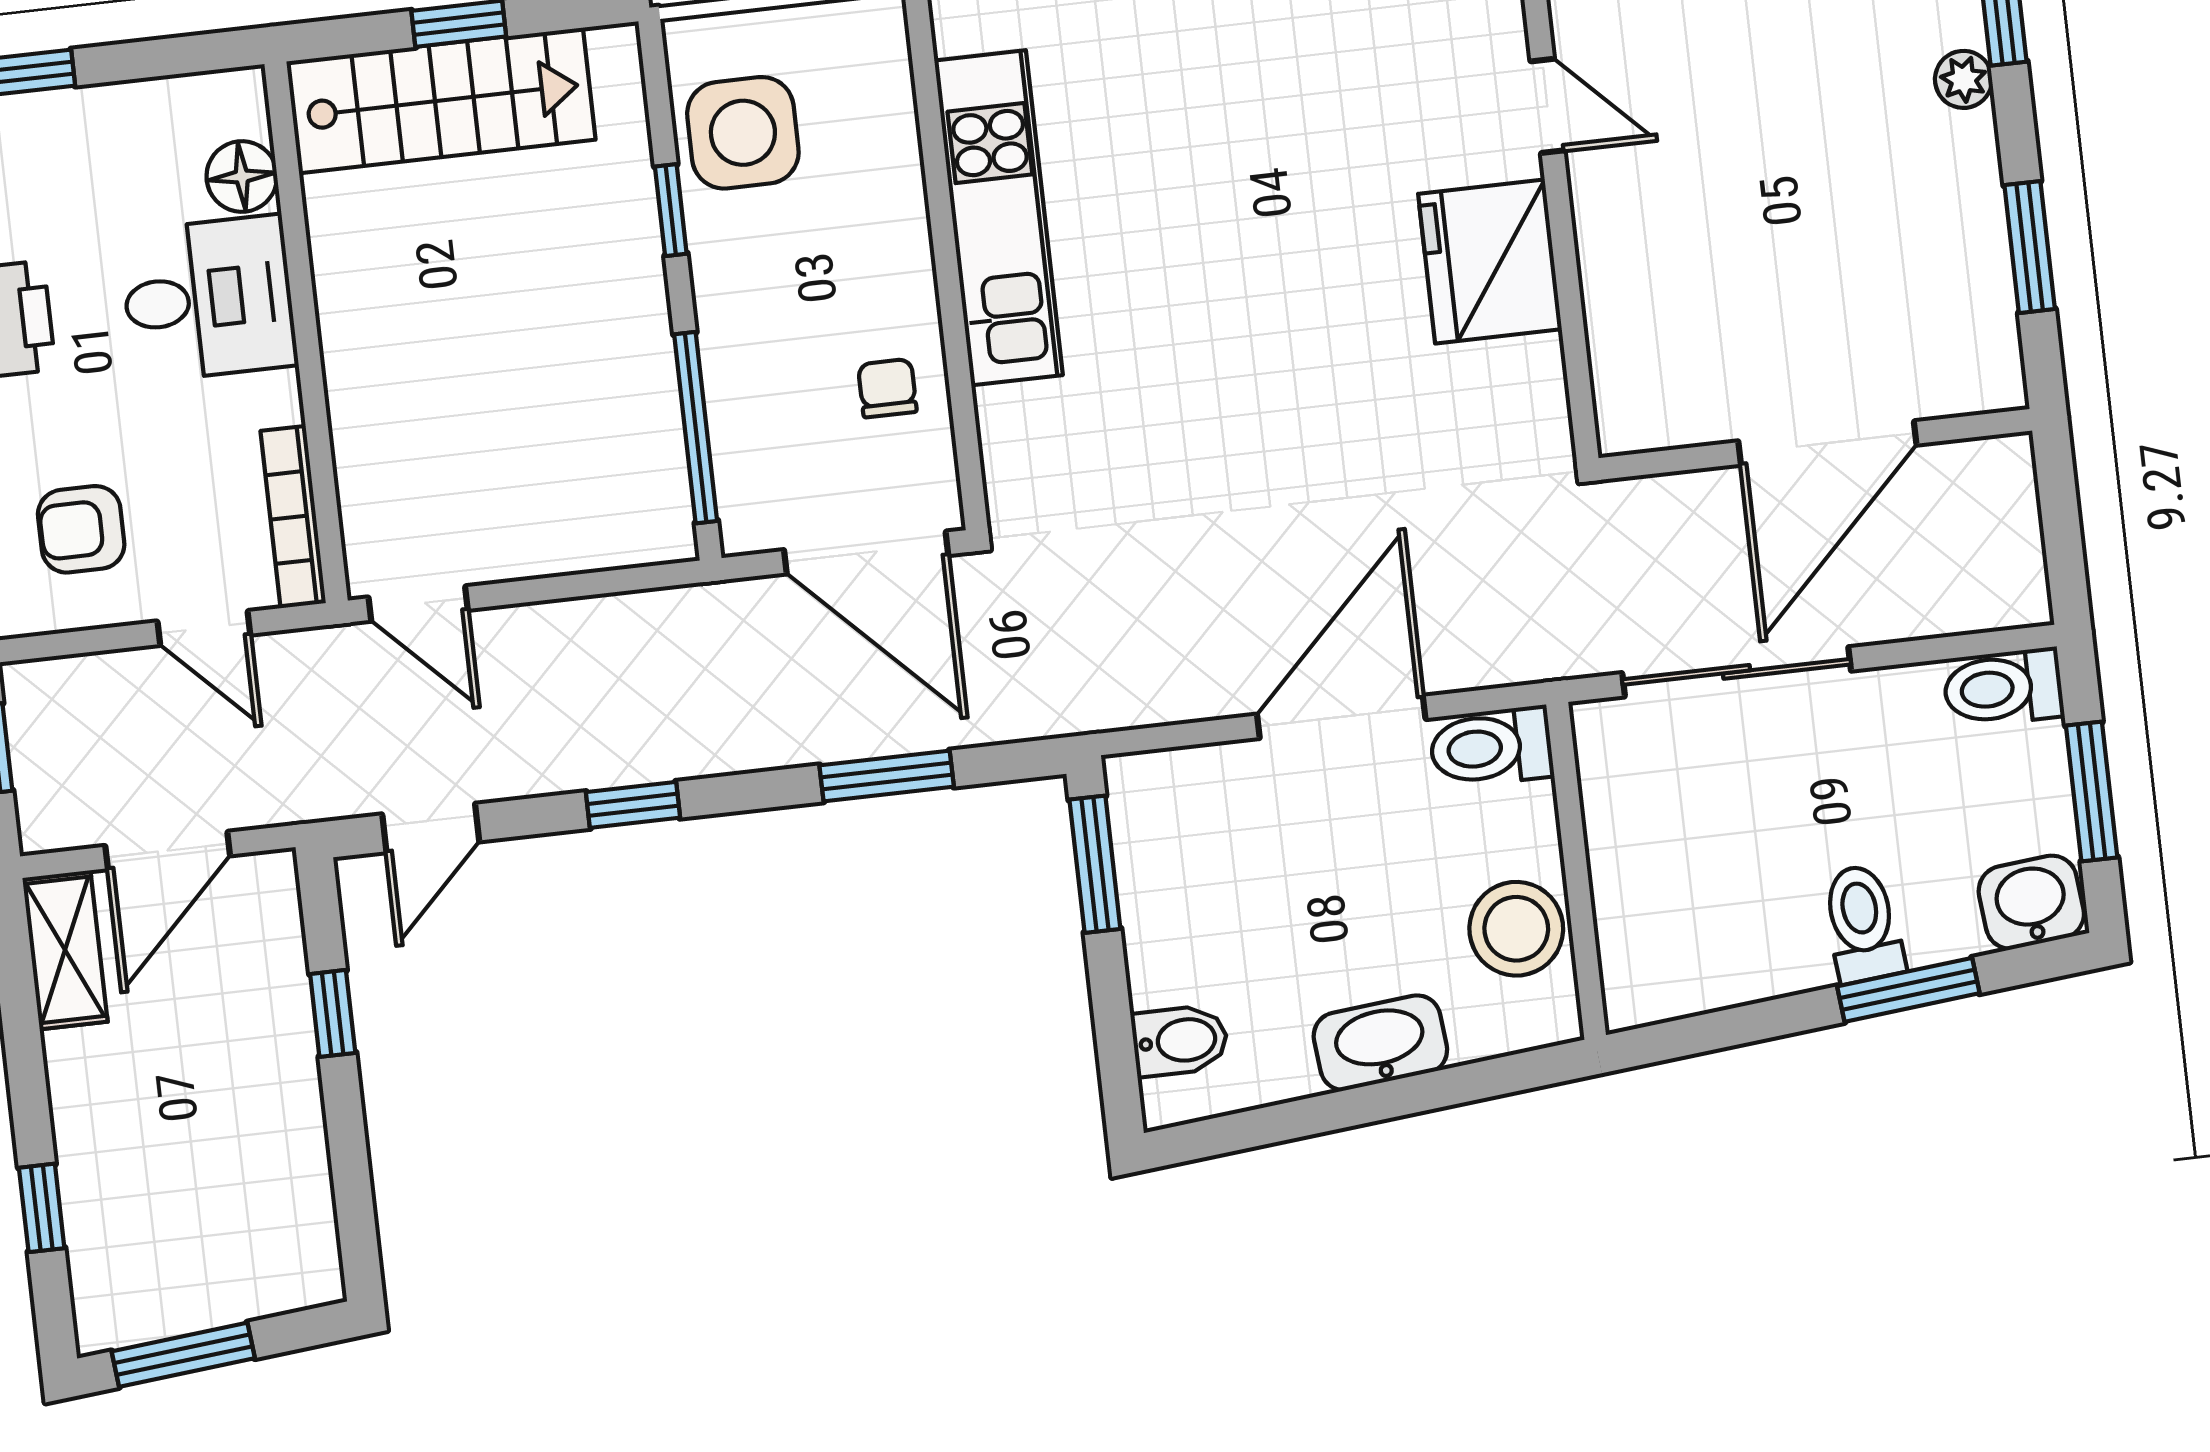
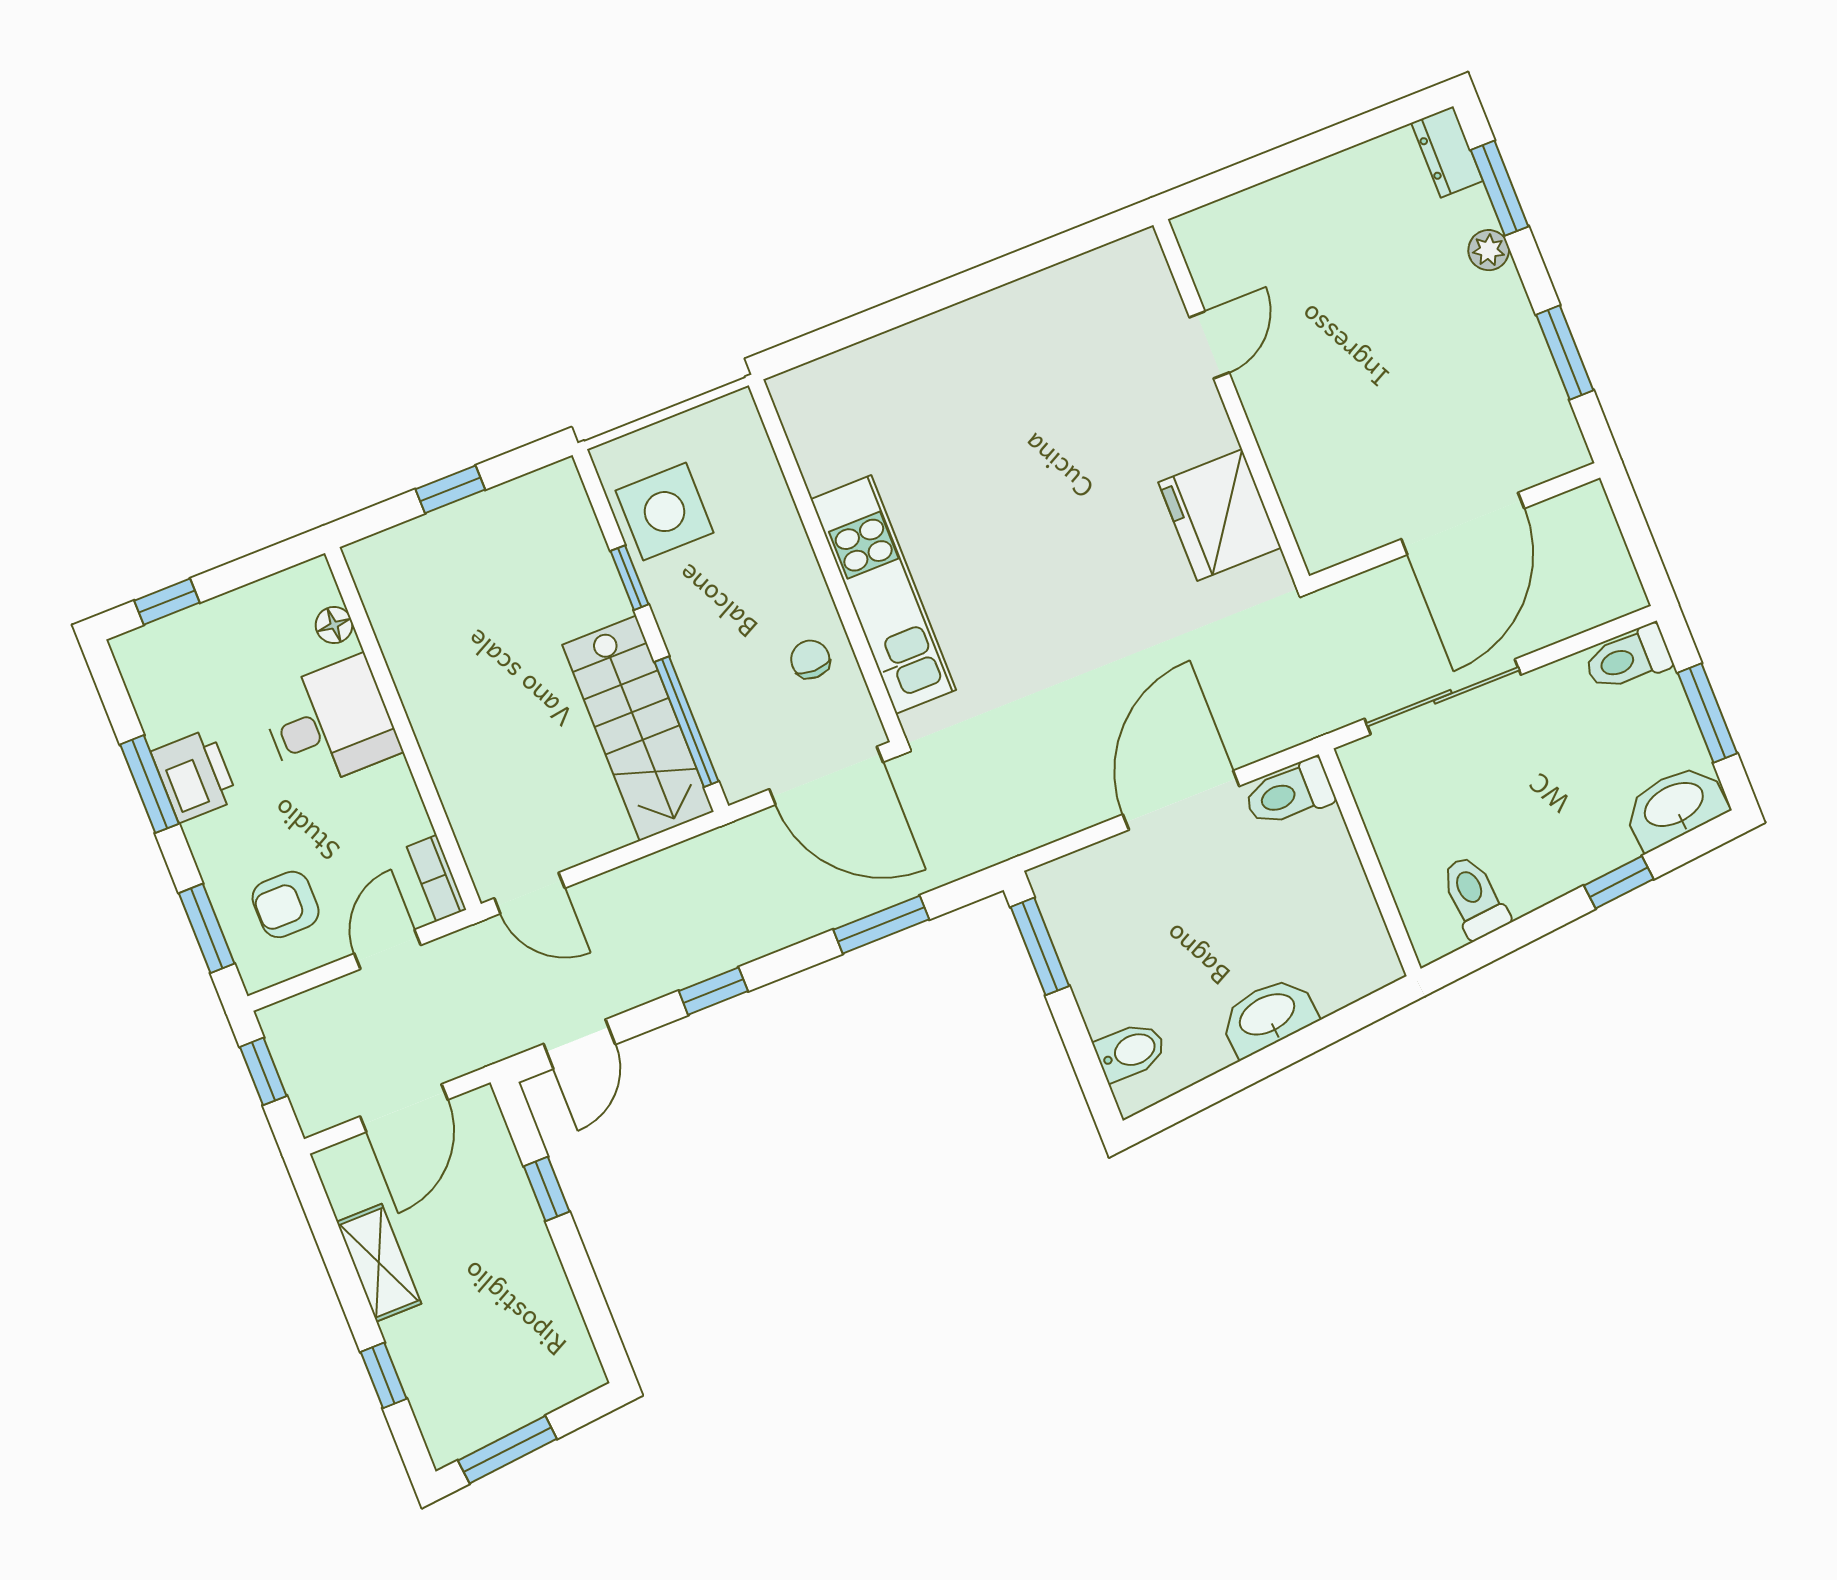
stairs: (441, 101) -> (638, 728), moved, turned 90
door: (1547, 106) -> (1209, 345), hinge flipped
floor lamp: (242, 176) -> (334, 625), width x0.73, depth x0.73
kitchen unit: (998, 218) -> (883, 595), moved
fridge: (1490, 261) -> (1220, 515), moved
bookcase: (293, 517) -> (436, 878), width x0.64
door: (204, 628) -> (388, 949), swing flipped
washbasin: (2031, 902) -> (1675, 806), width x1.38
toilet: (1863, 923) -> (1474, 897), moved
stool: (1516, 929) -> (1340, 913), removed
shelving: (65, 950) -> (379, 1263), moved
window: (1908, 990) -> (1619, 882), width x0.67

